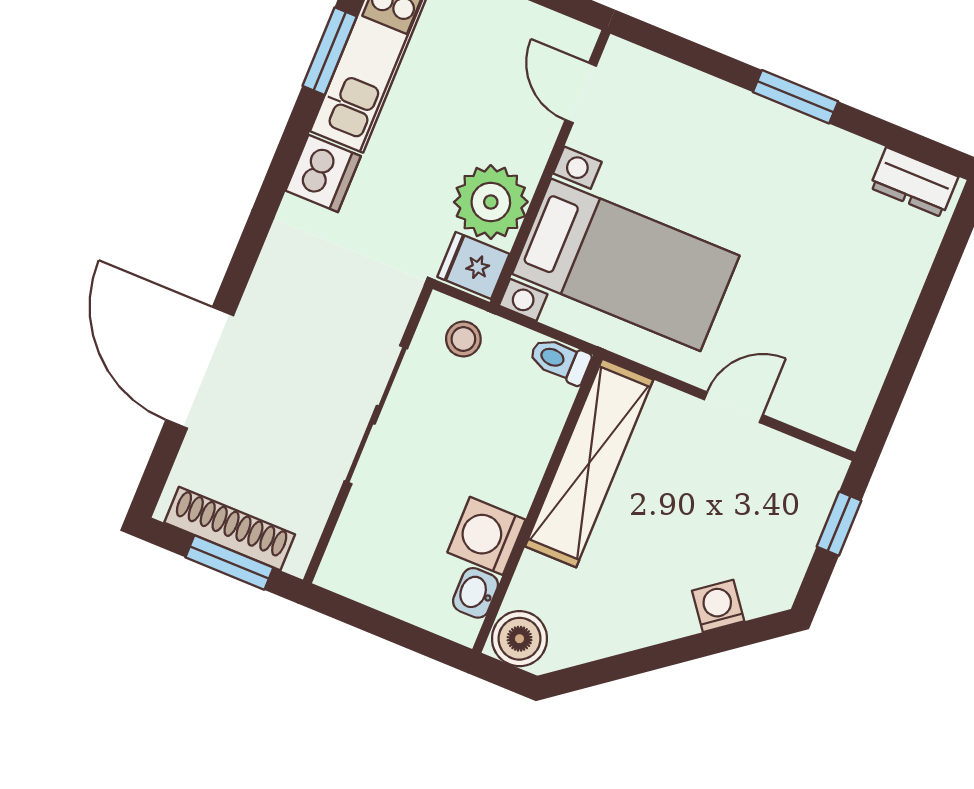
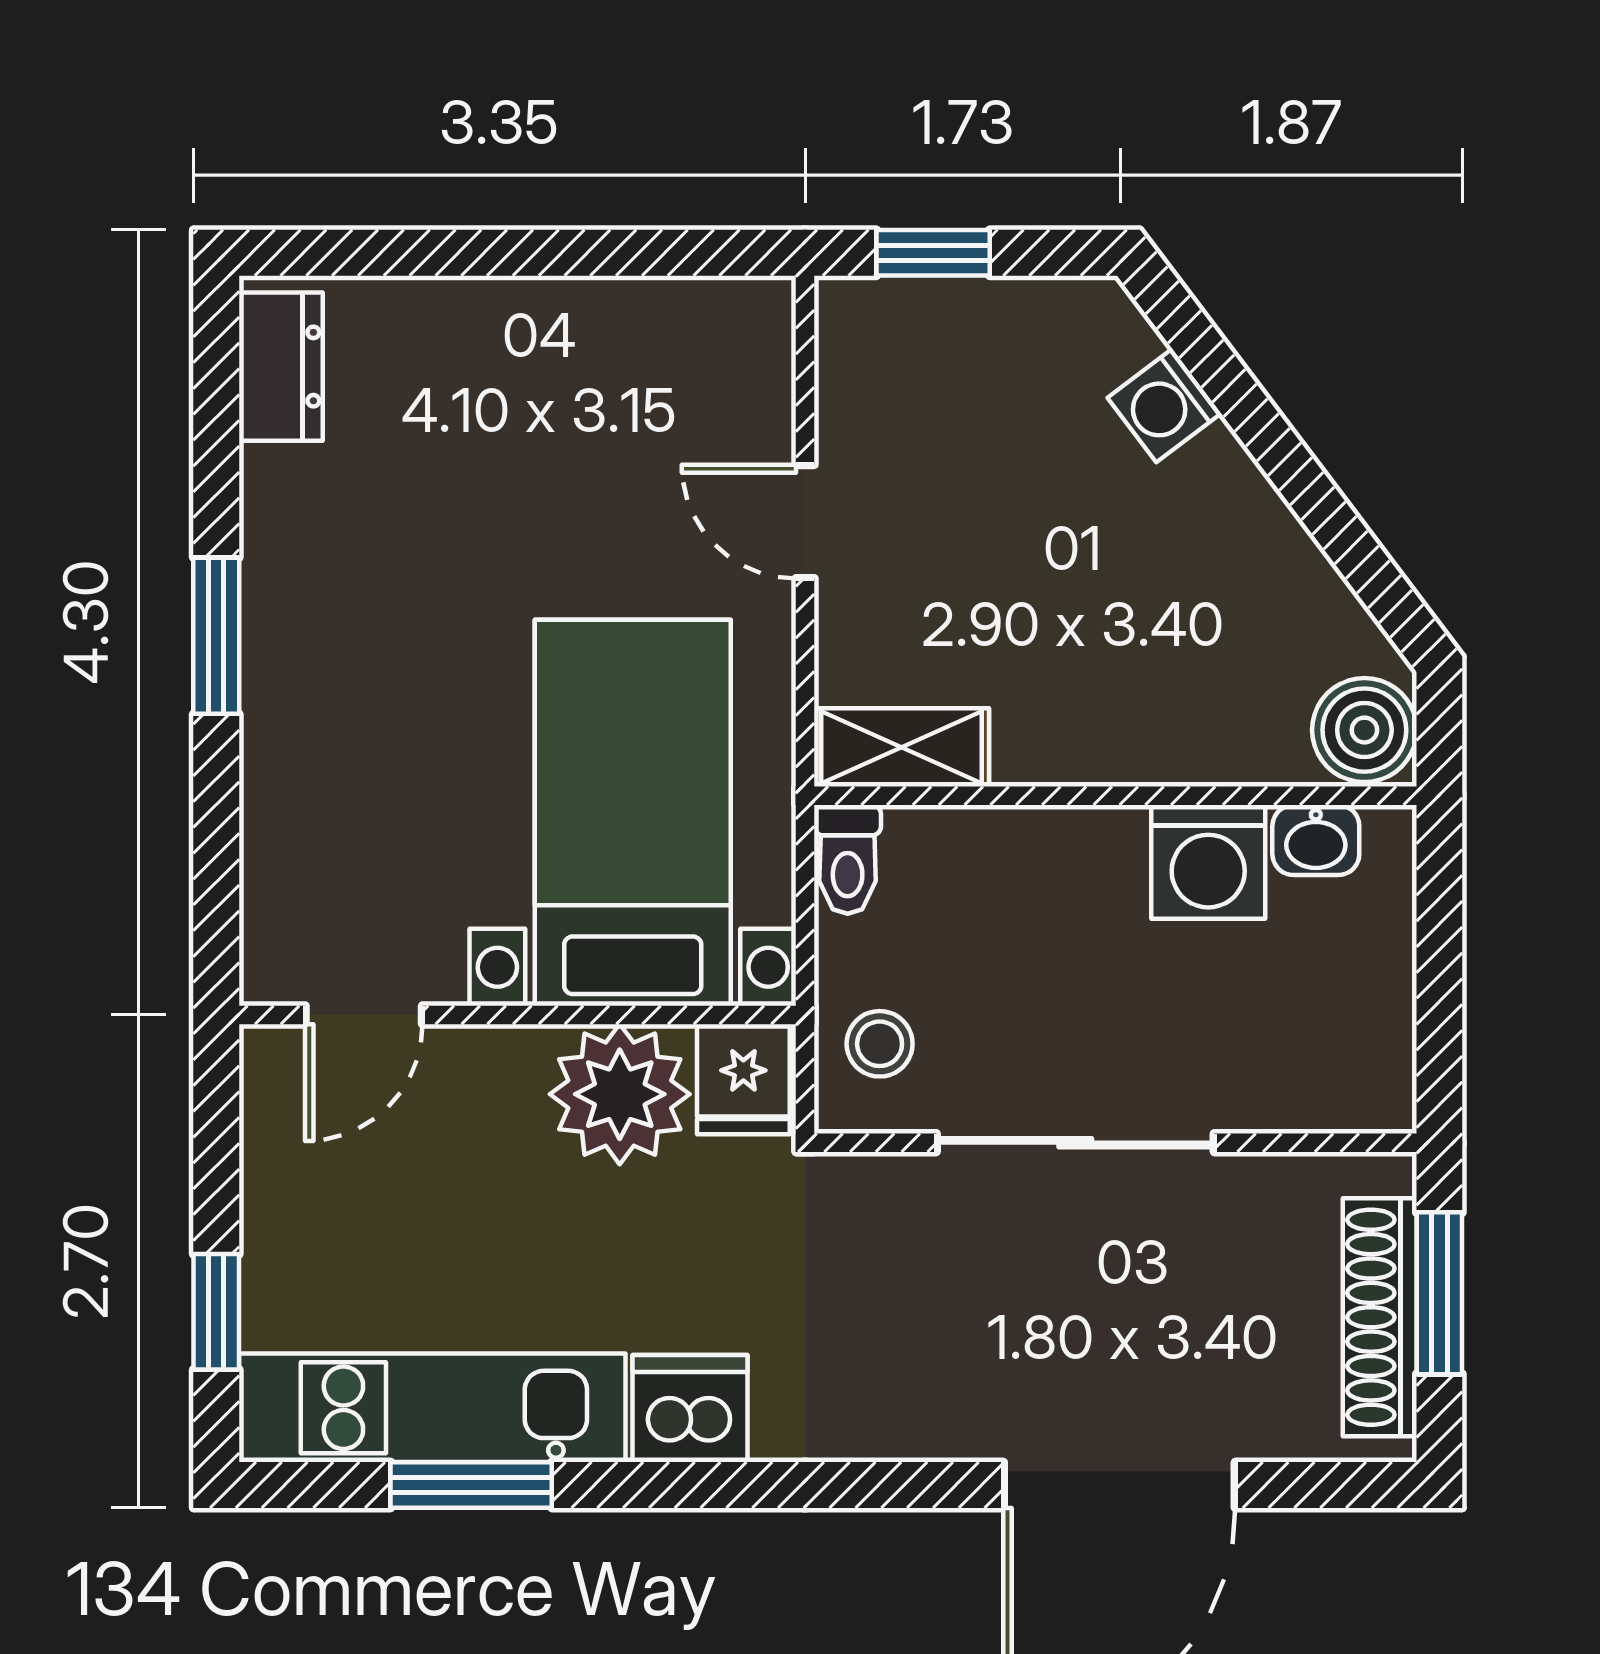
shelving: (589, 463) -> (902, 747), width x0.45, depth x0.75

